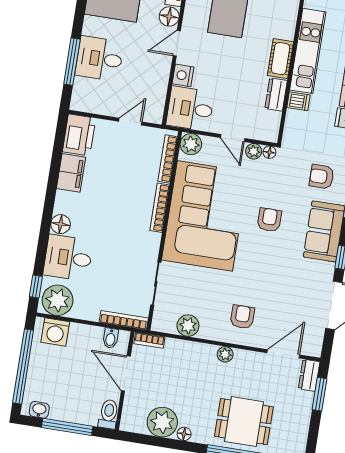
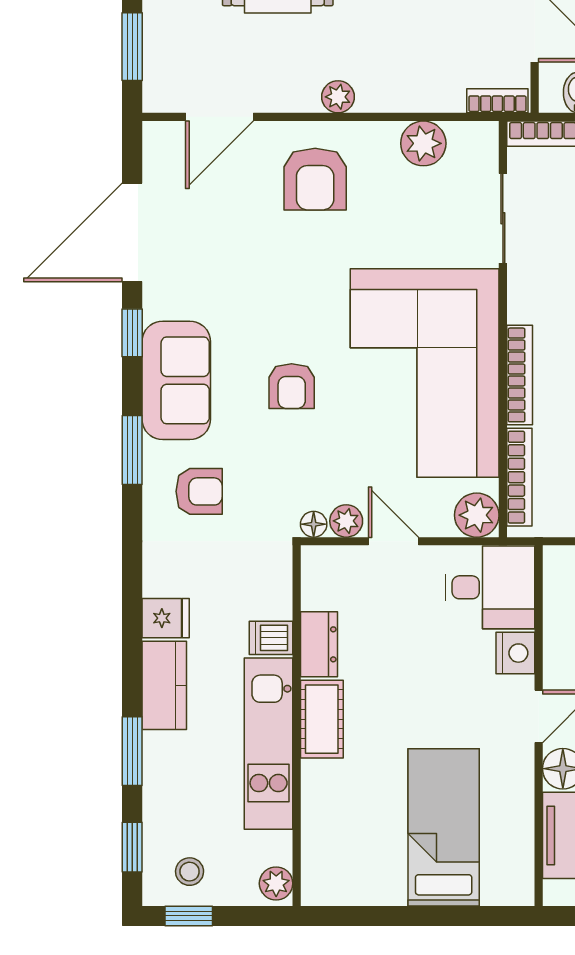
armchair: (242, 317) -> (315, 179), width x1.38, depth x1.38
dresser: (309, 375) -> (160, 82), removed

